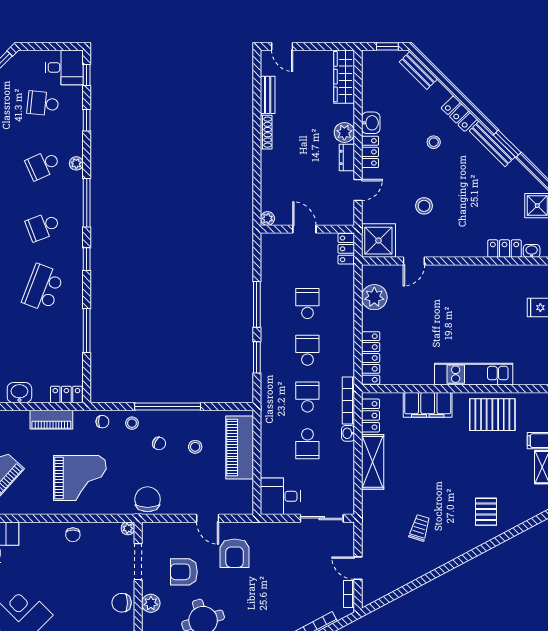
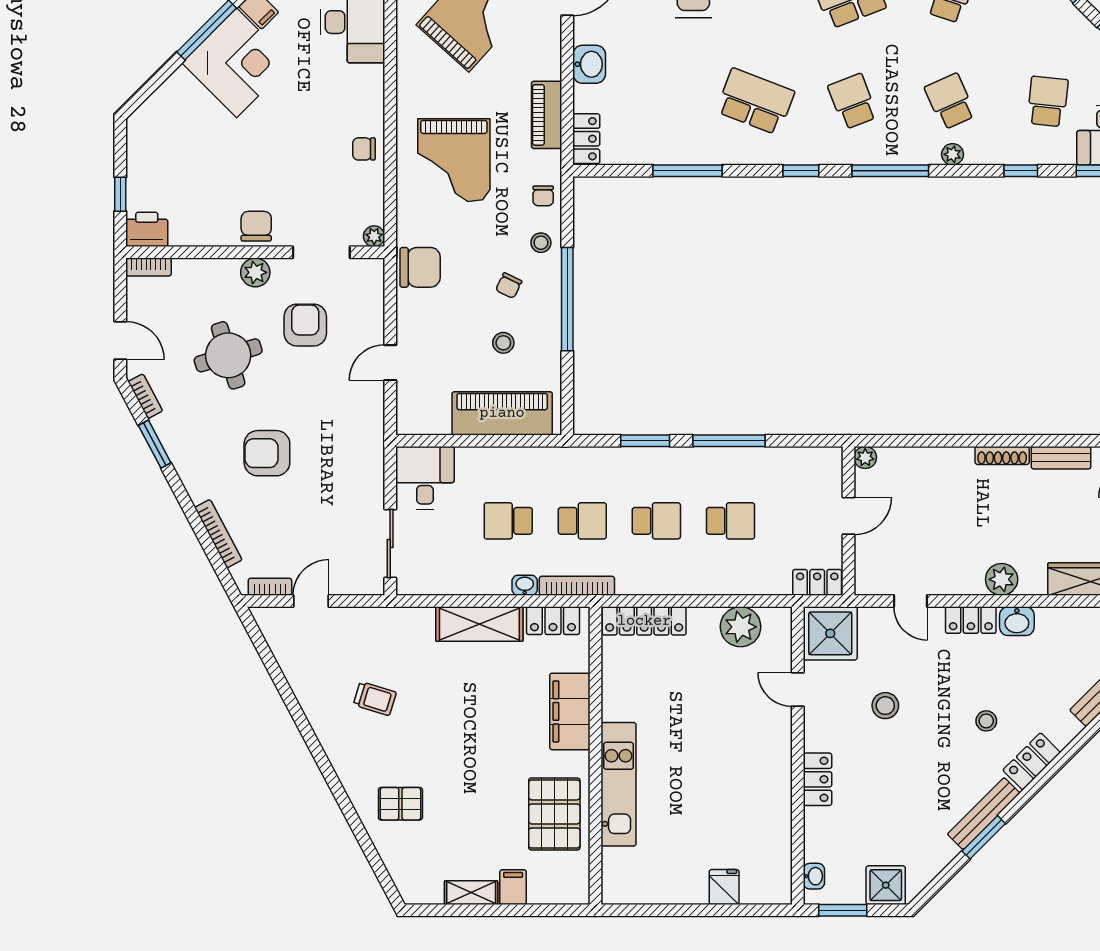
dresser: (347, 157) -> (962, 583), removed
locker: (505, 249) -> (818, 779), moved
armchair: (235, 553) -> (267, 453), moved

